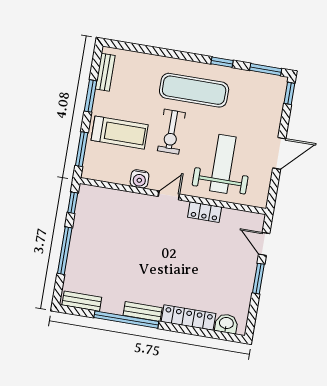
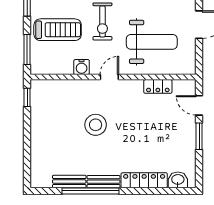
weight bench: (223, 164) -> (152, 42), turned 90
locker: (205, 212) -> (158, 86), moved
stool: (144, 246) -> (96, 125), added
window: (65, 251) -> (27, 140), removed
bench: (82, 301) -> (69, 182), moved

